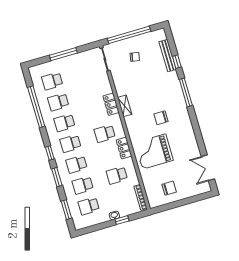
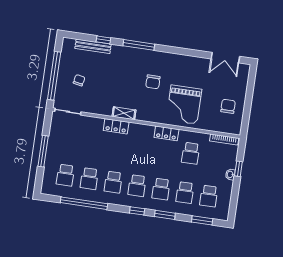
school desk: (105, 134) -> (143, 146), removed

